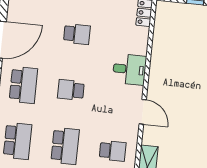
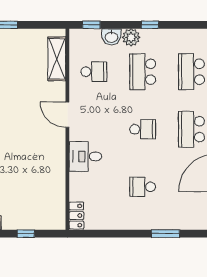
school desk: (113, 151) -> (94, 72), turned 180

